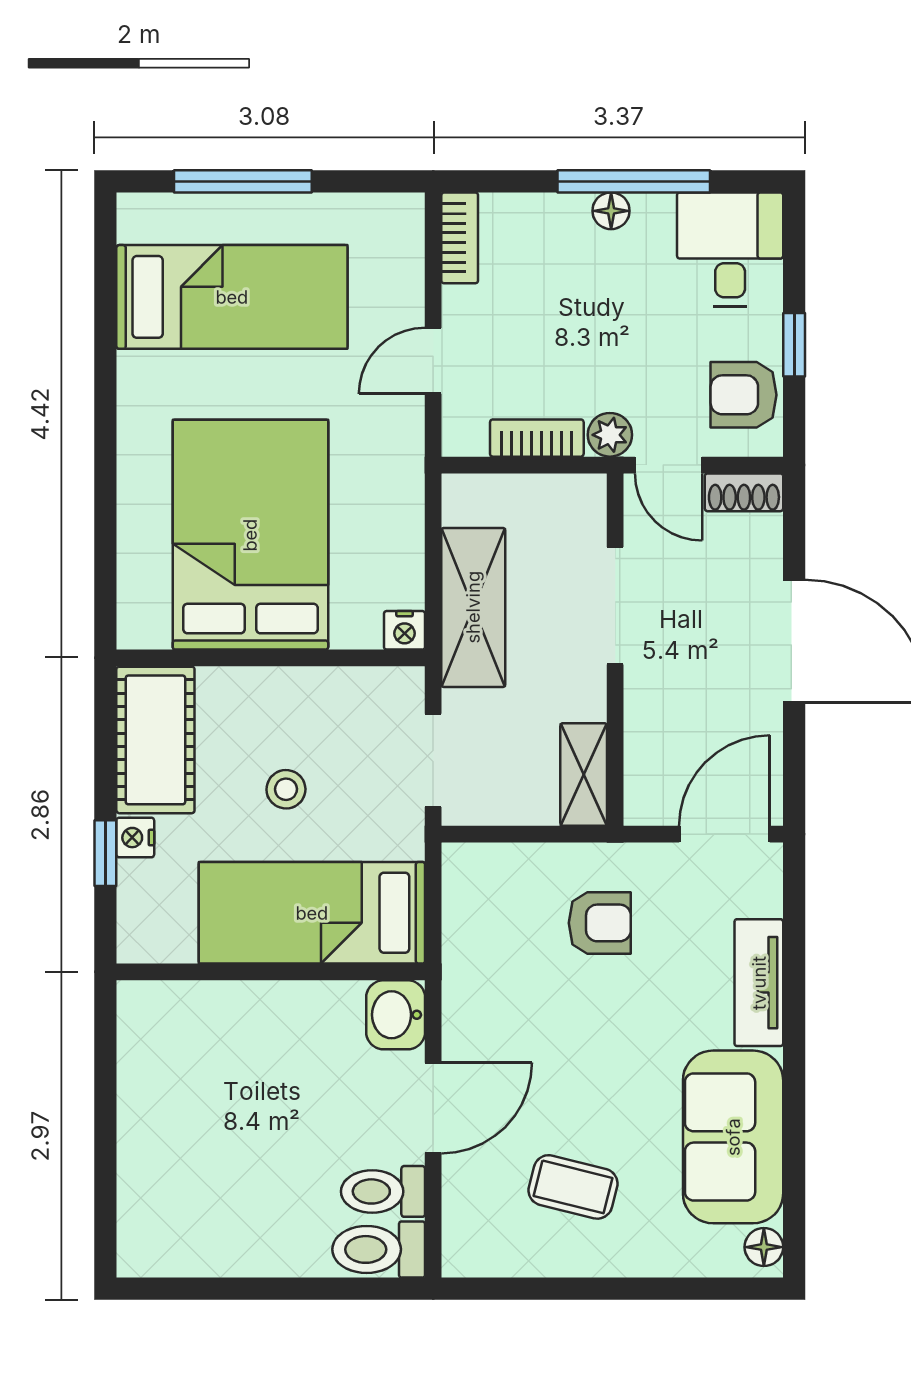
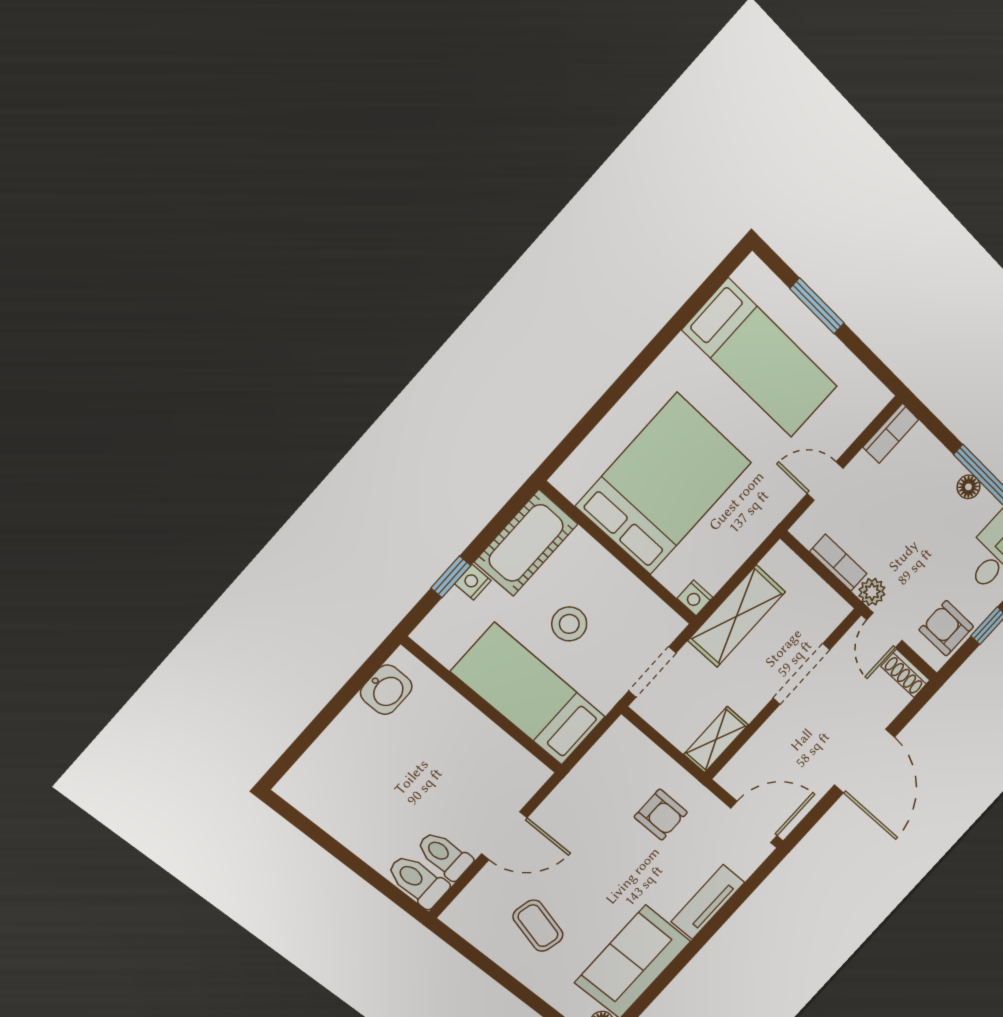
window: (243, 181) -> (817, 306), width x0.69
stool: (286, 789) -> (569, 624), width x1.37, depth x1.37
washbasin: (396, 1015) -> (386, 690), moved, turned 180

